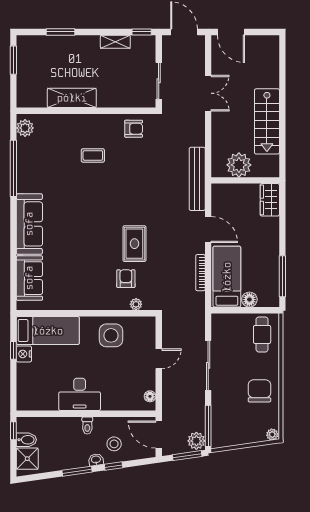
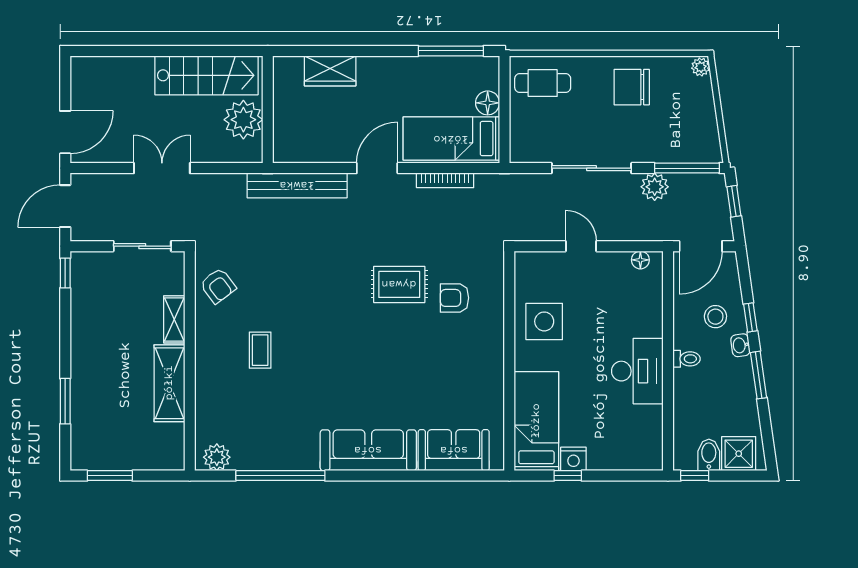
shelving: (115, 42) -> (174, 319), moved
armchair: (134, 129) -> (218, 286), turned 143
plant: (239, 165) -> (243, 120), moved
wall: (245, 180) -> (268, 110), moved
plant: (136, 304) -> (495, 282), removed
plant: (196, 441) -> (655, 187), moved
window: (187, 456) -> (734, 201), width x0.67

